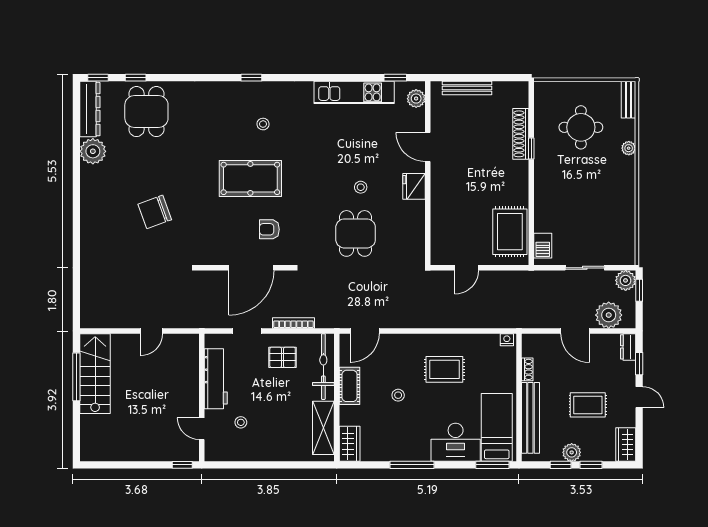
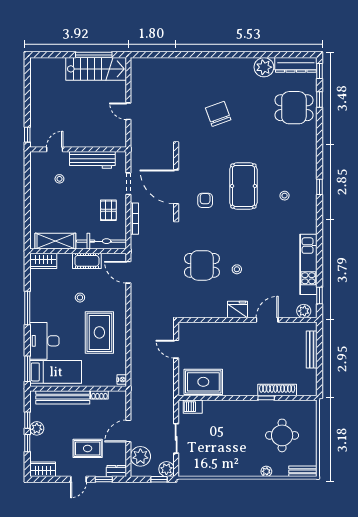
rug: (444, 369) -> (99, 332), width x1.36, depth x1.43
rug: (588, 405) -> (88, 448), moved, turned 90

